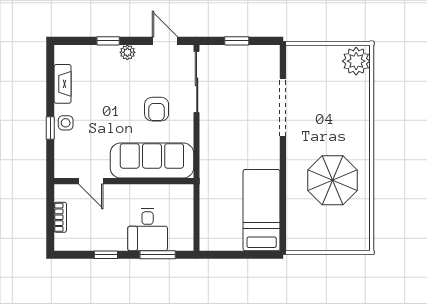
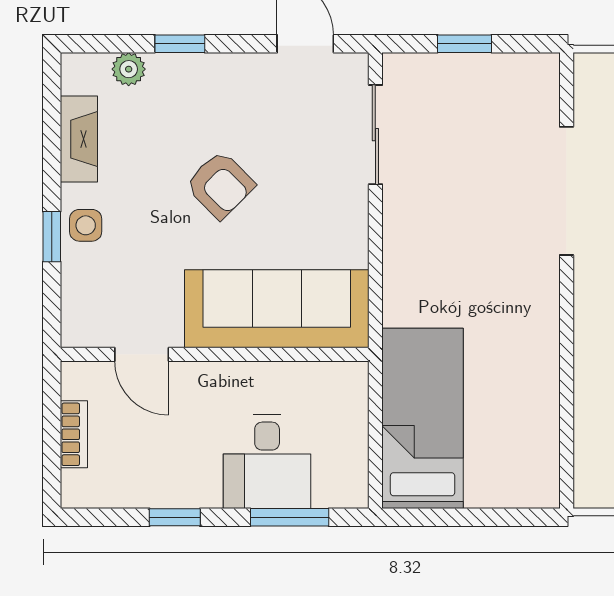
plant: (127, 52) -> (129, 69), moved
sliding door: (197, 82) -> (375, 135), width x0.73
armchair: (157, 109) -> (220, 185), moved, turned -45
bed: (262, 210) -> (423, 418), moved

